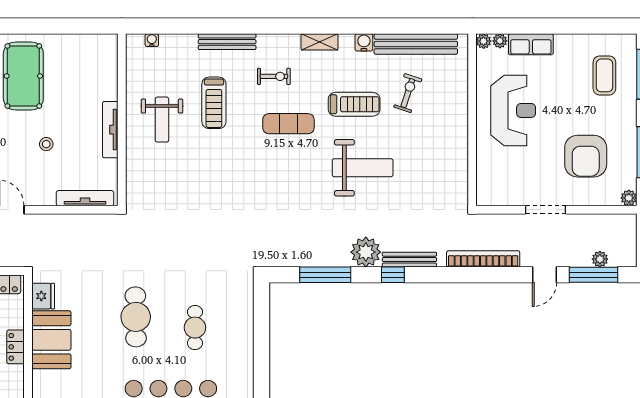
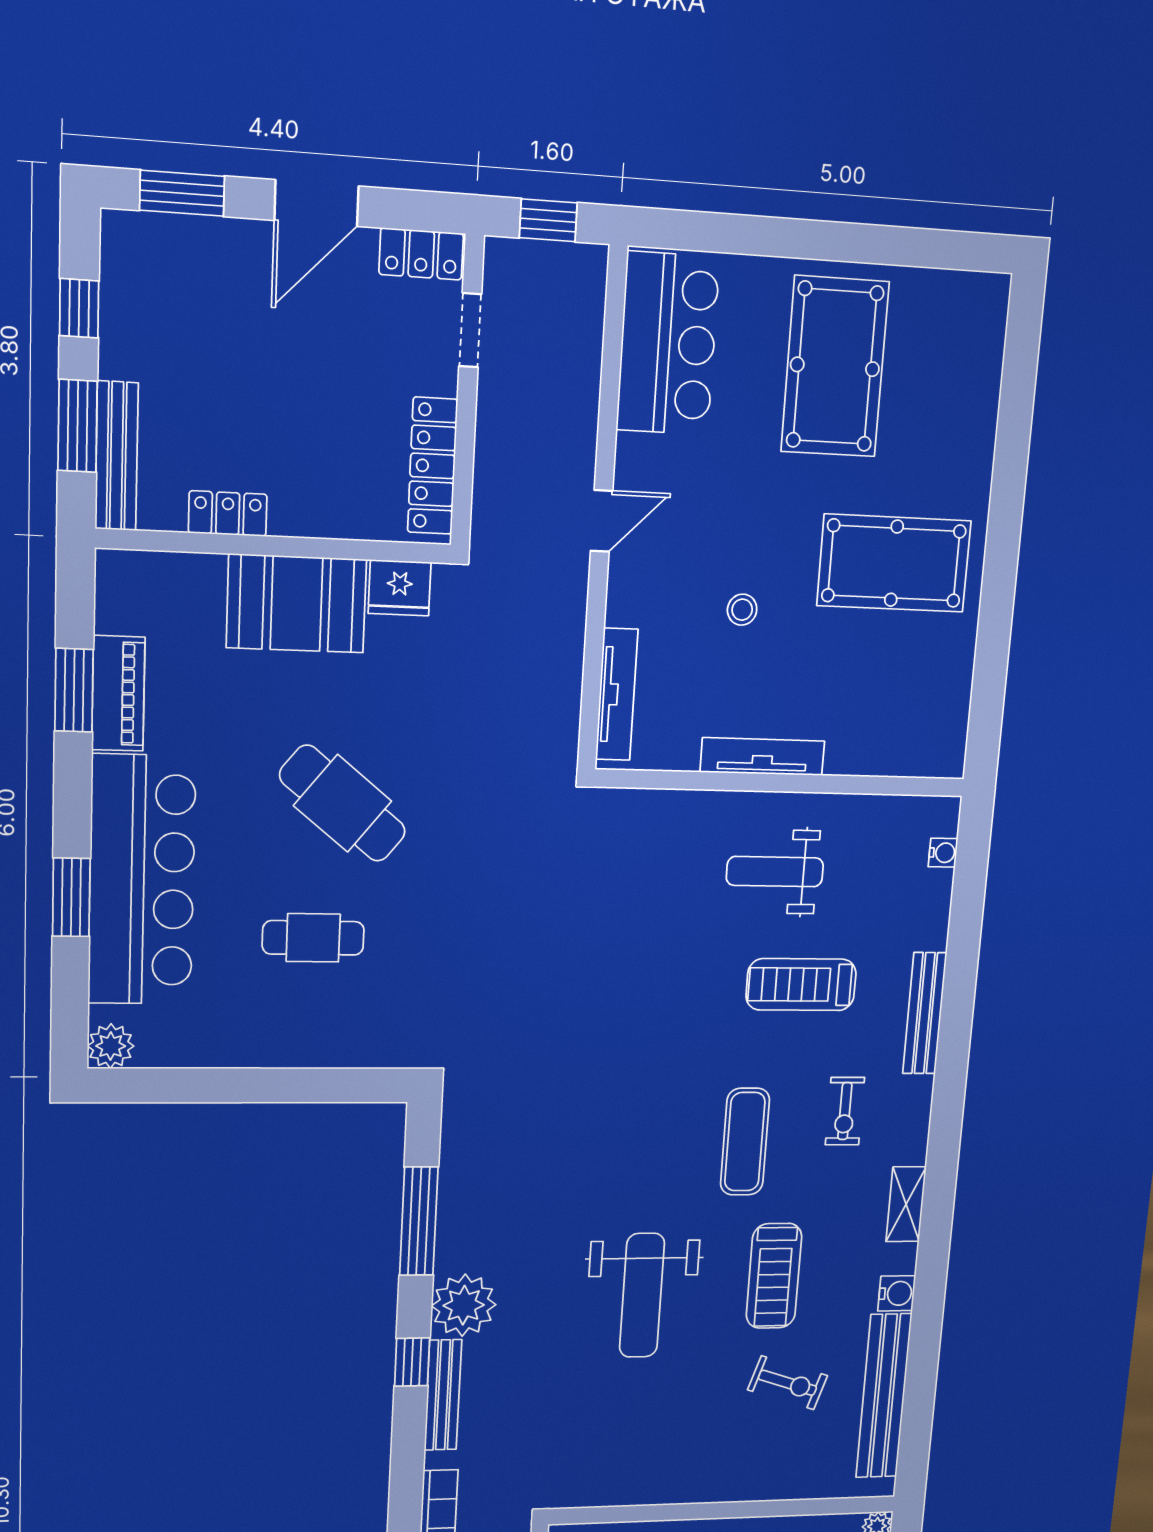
cafe table: (136, 317) -> (343, 803), turned 40
locker: (16, 347) -> (228, 514), moved

